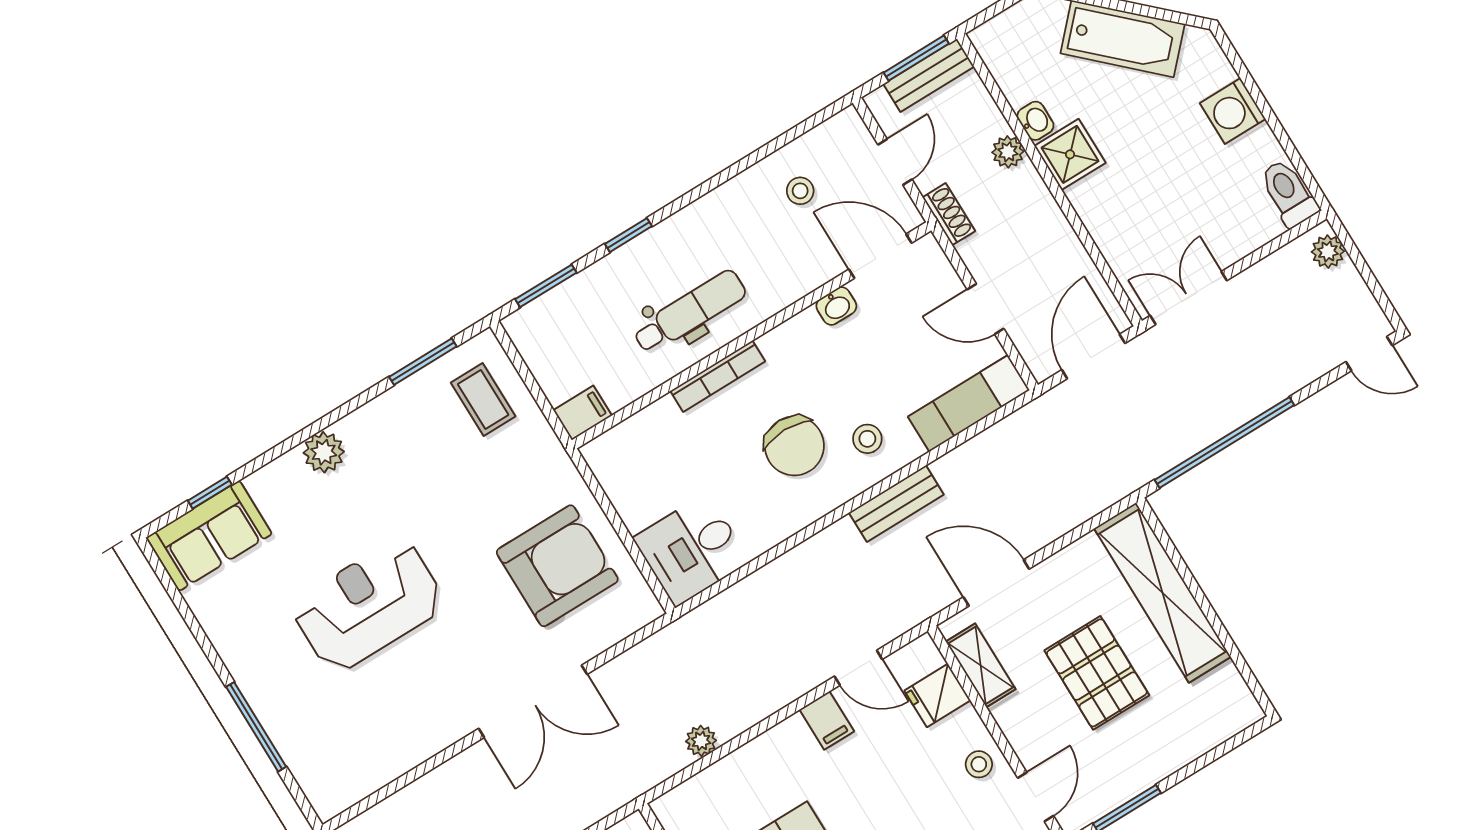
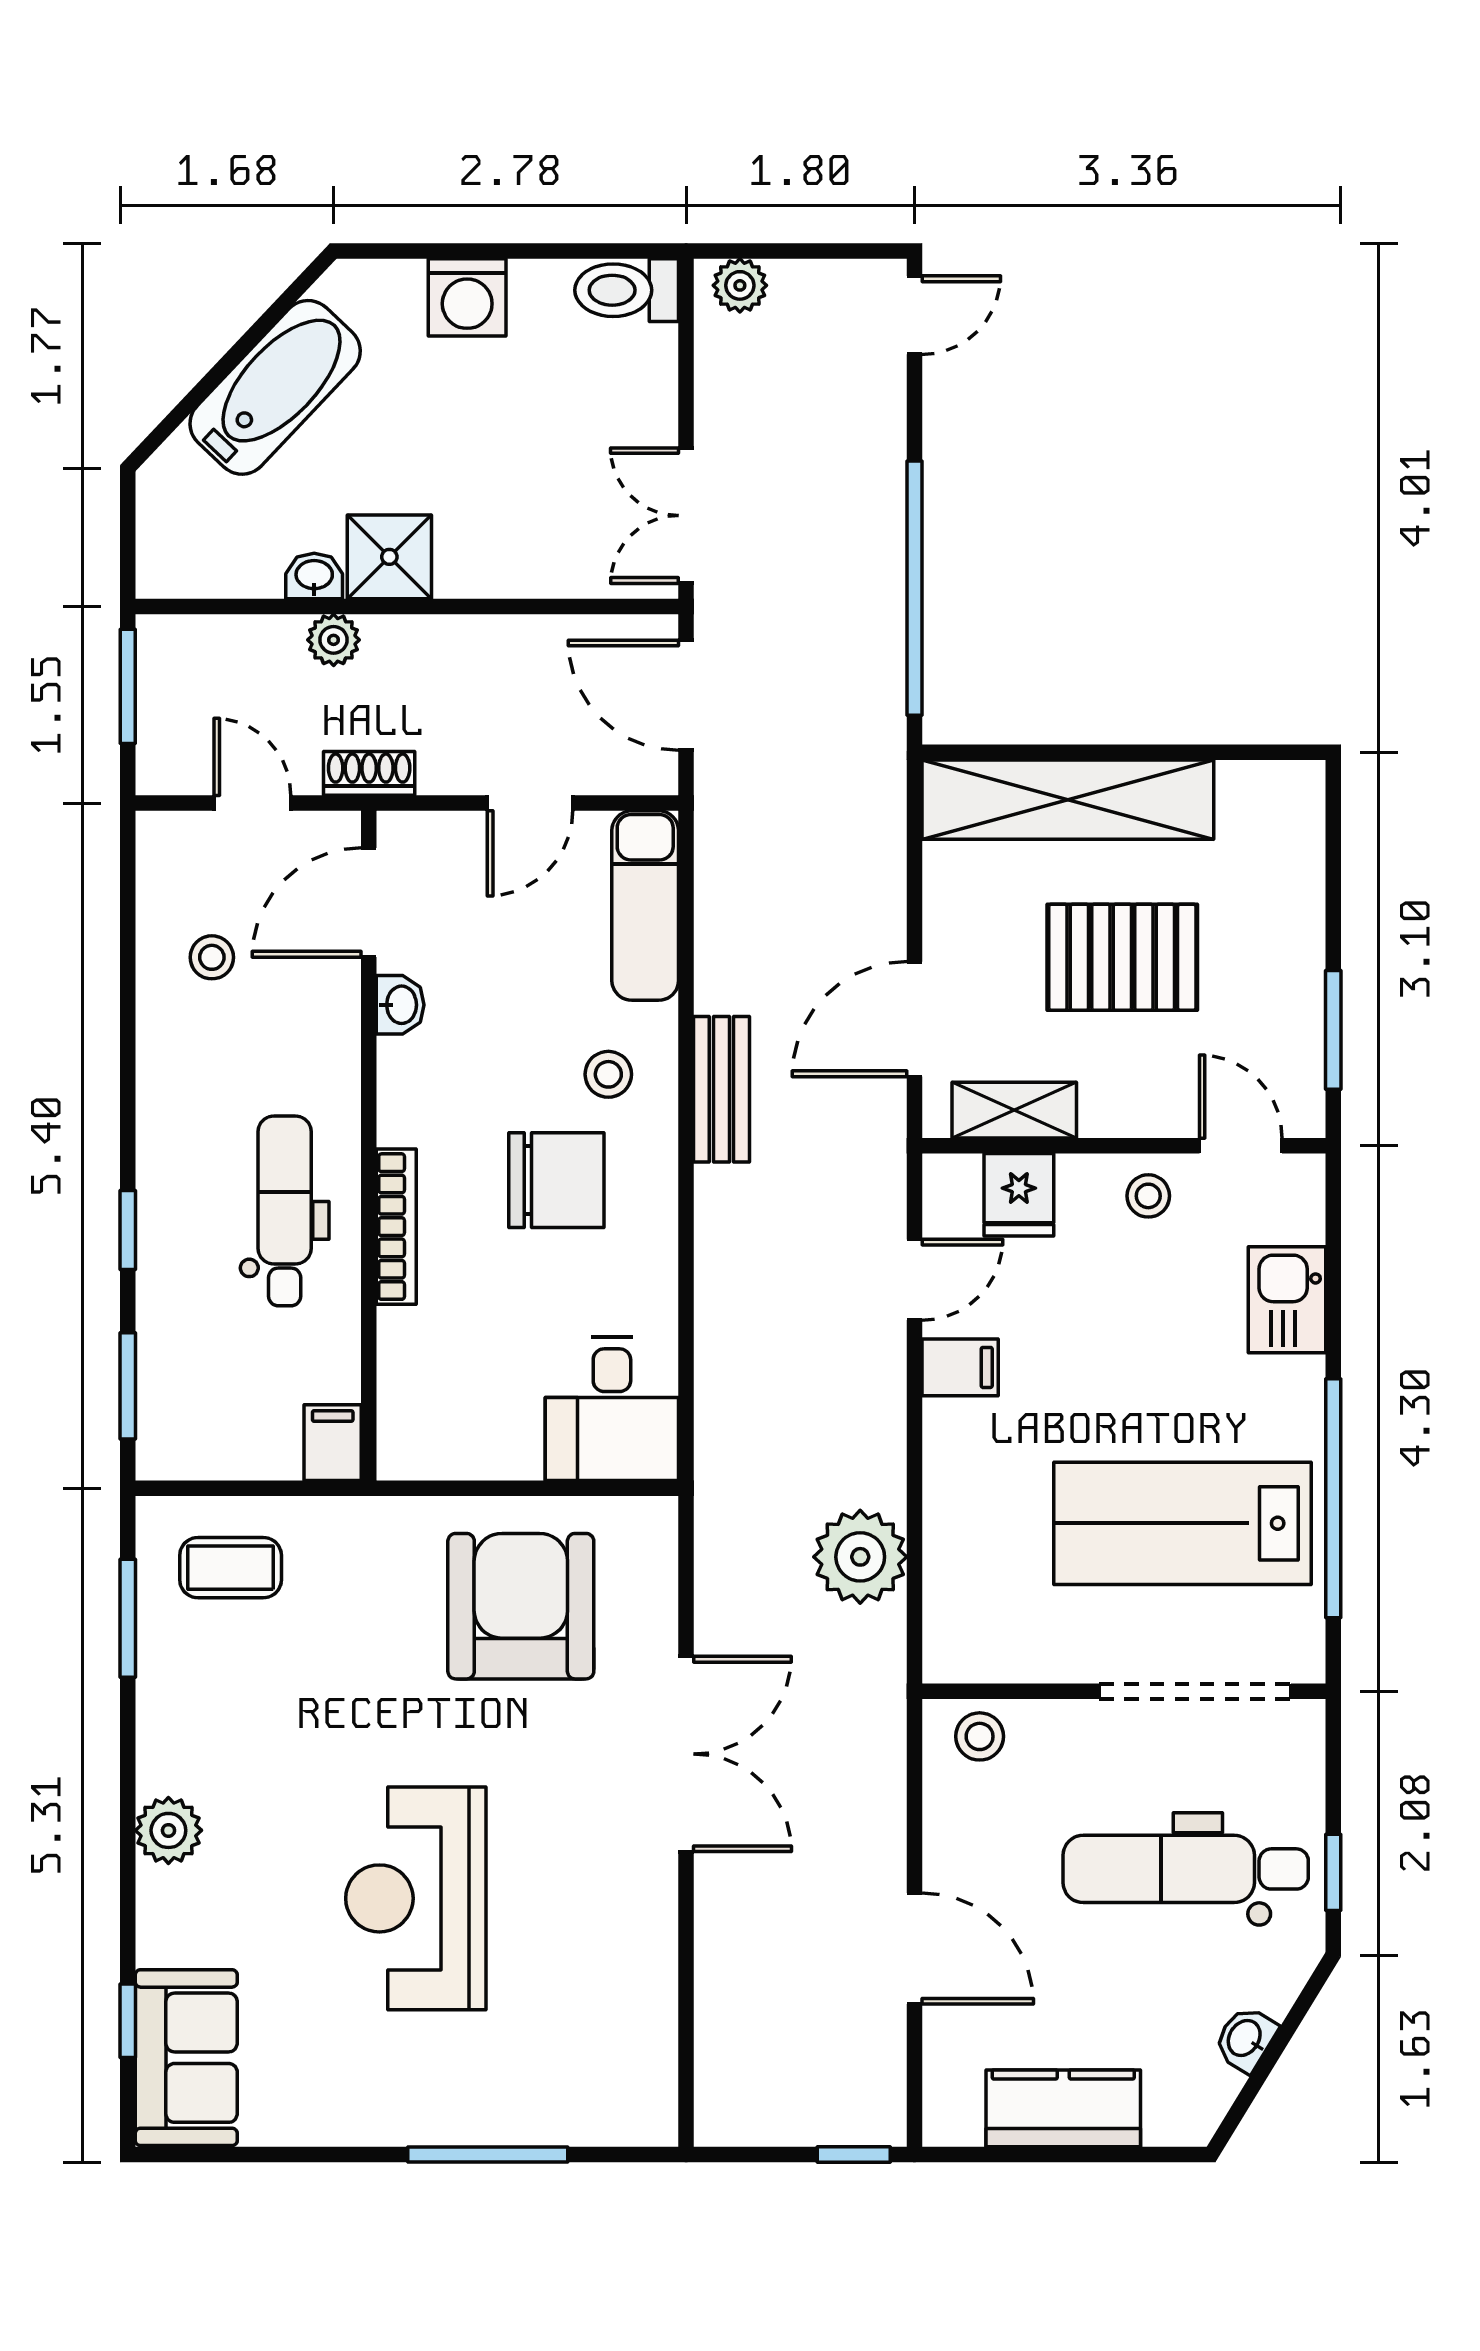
bench: (929, 75) -> (162, 684), removed
plant: (701, 741) -> (860, 1557), width x1.88, depth x1.88

